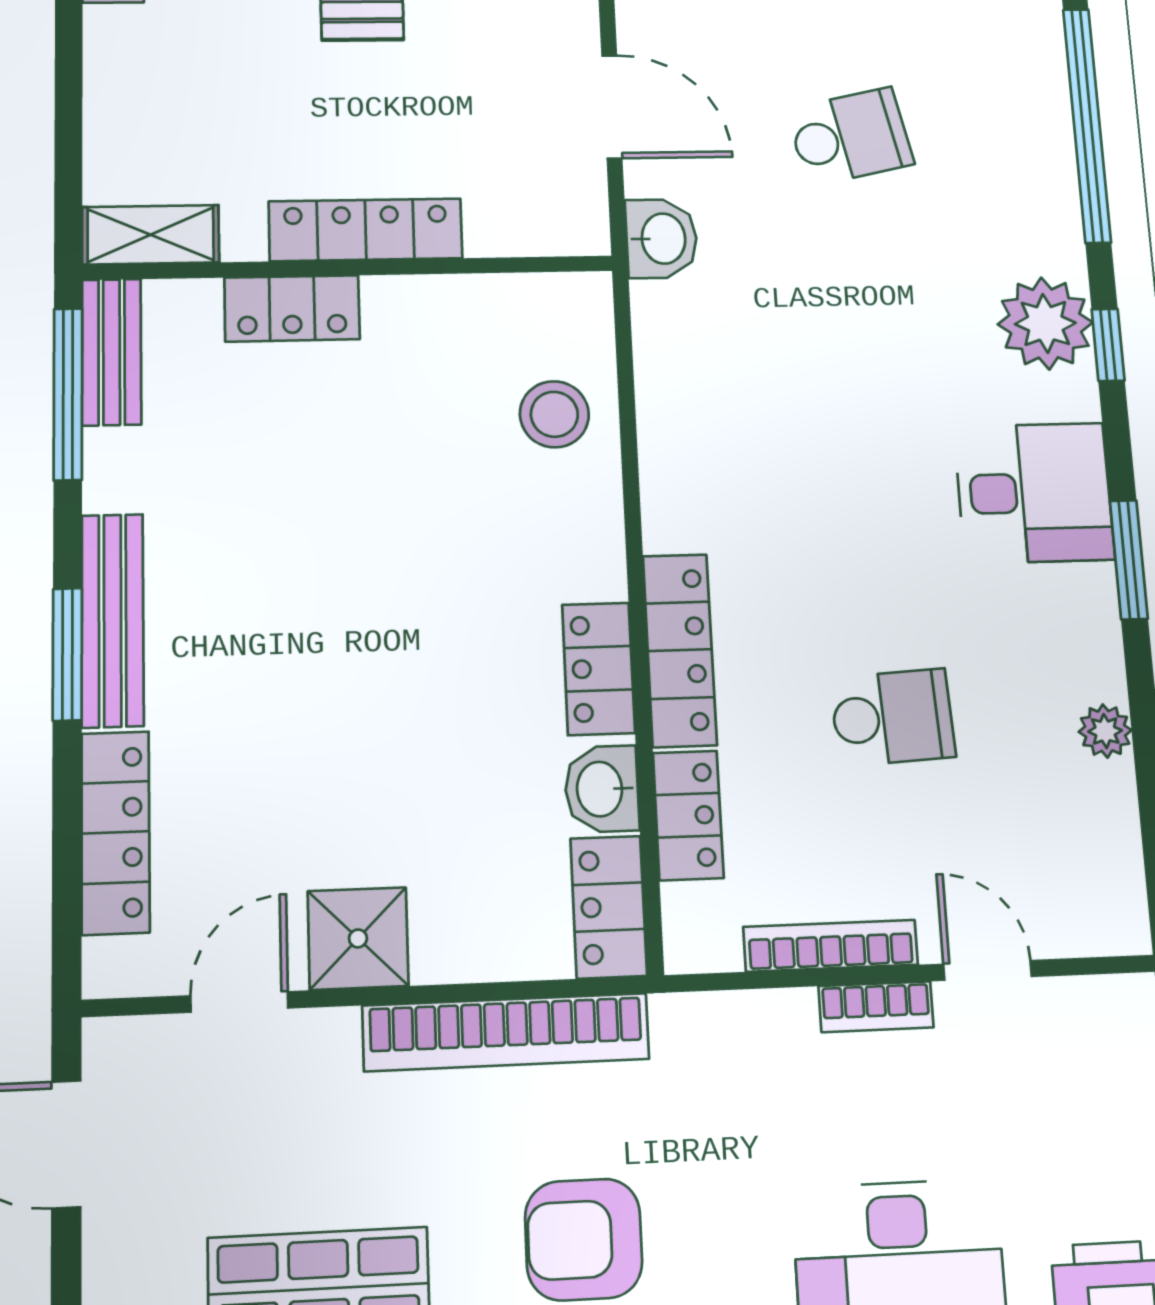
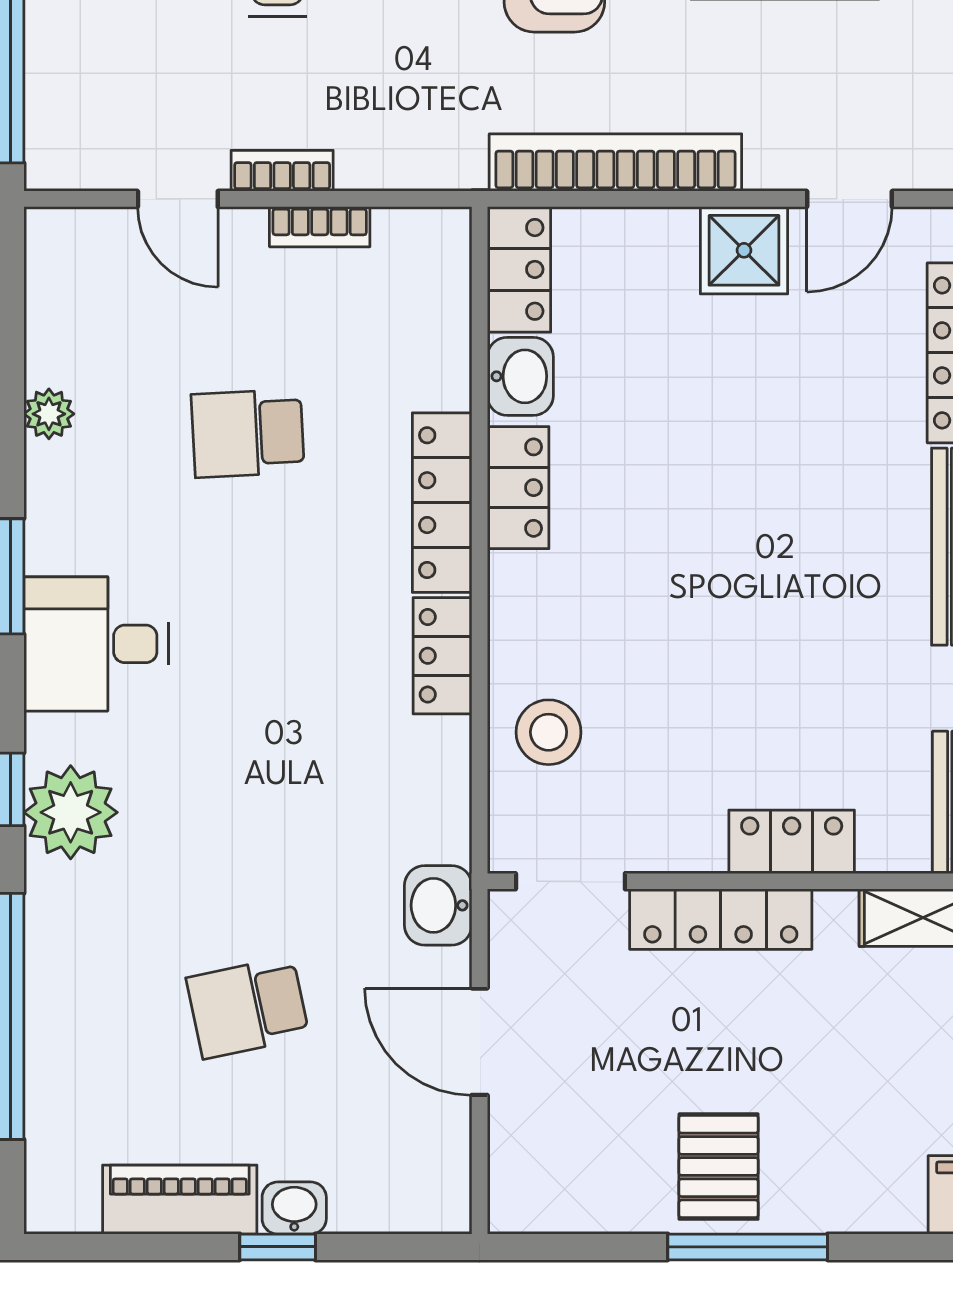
doorway: (525, 265) -> (570, 881), added
locker: (688, 815) -> (442, 656), moved
bookcase: (831, 946) -> (320, 227), width x0.64

